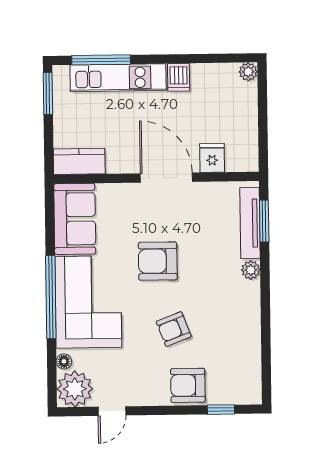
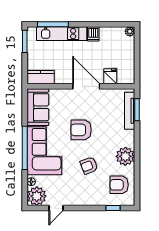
plant: (251, 270) -> (125, 156), moved, width x1.88, depth x1.88
armchair: (188, 385) -> (119, 185), moved

